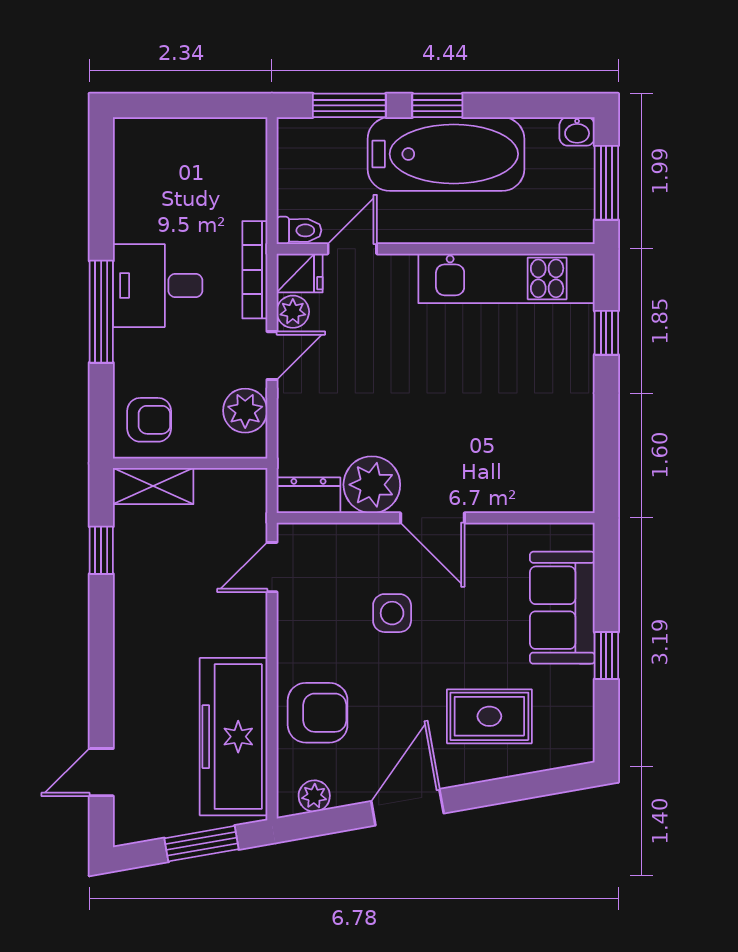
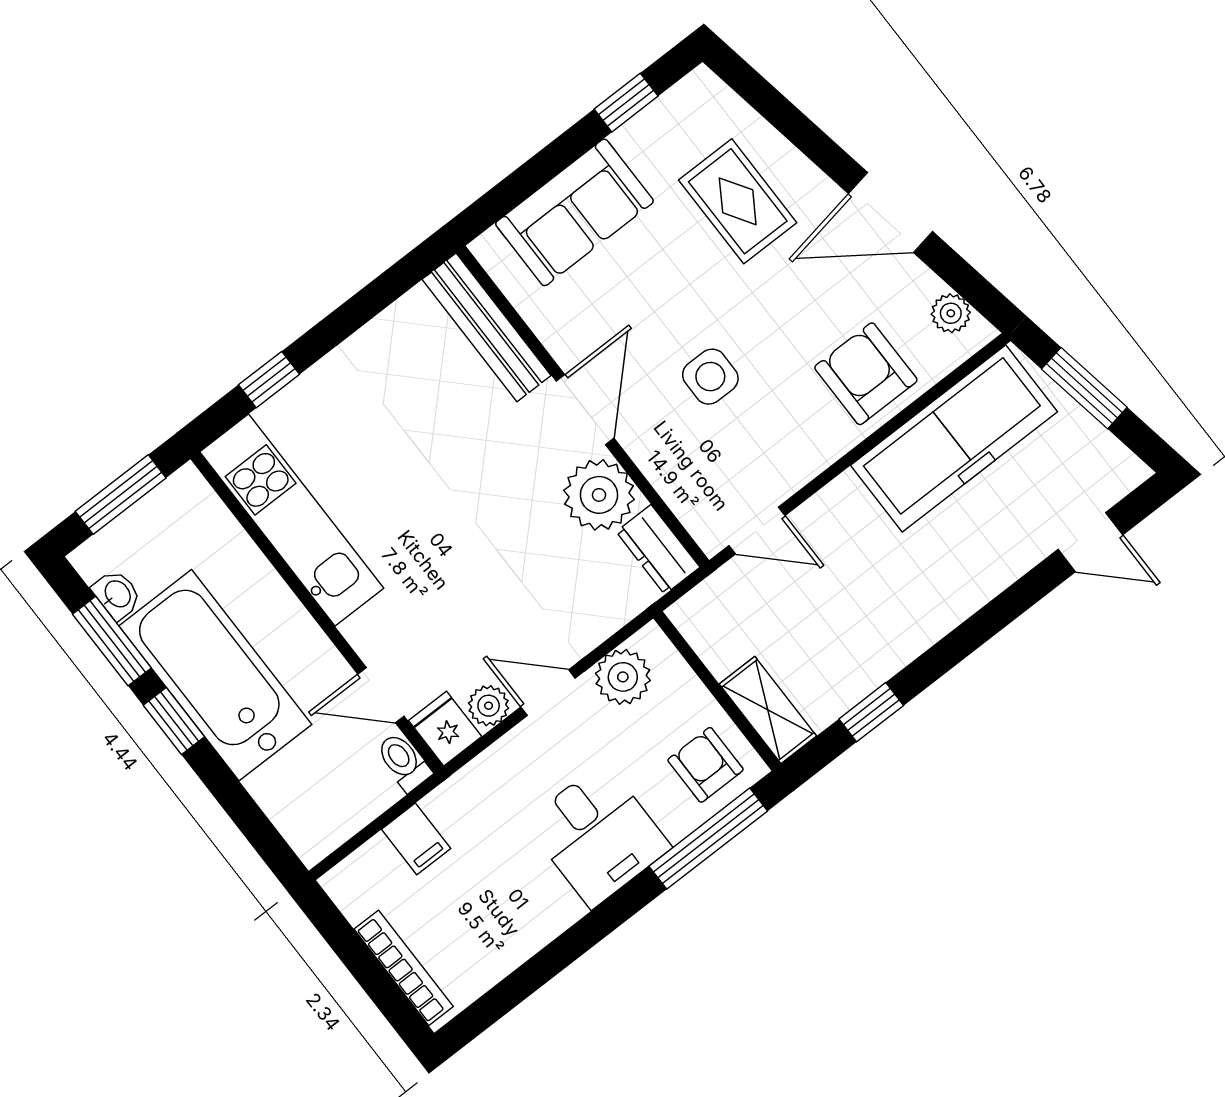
window: (349, 105) -> (112, 641), moved
washbasin: (577, 131) -> (117, 594), moved
filing cabinet: (244, 201) -> (416, 839), added
bookcase: (255, 270) -> (404, 968), moved, turned -90
desk: (158, 286) -> (598, 835), moved
window: (101, 312) -> (708, 839), moved
bench: (533, 496) -> (487, 327), added
window: (606, 656) -> (626, 103), moved

